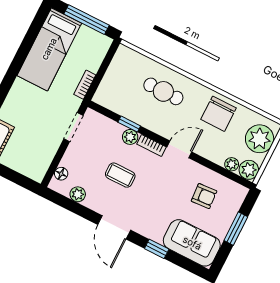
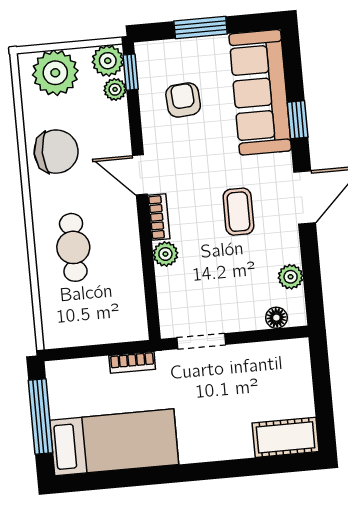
window: (129, 124) -> (131, 72), moved
coffee table: (120, 175) -> (238, 212), moved
sofa: (192, 243) -> (260, 92), width x1.36

